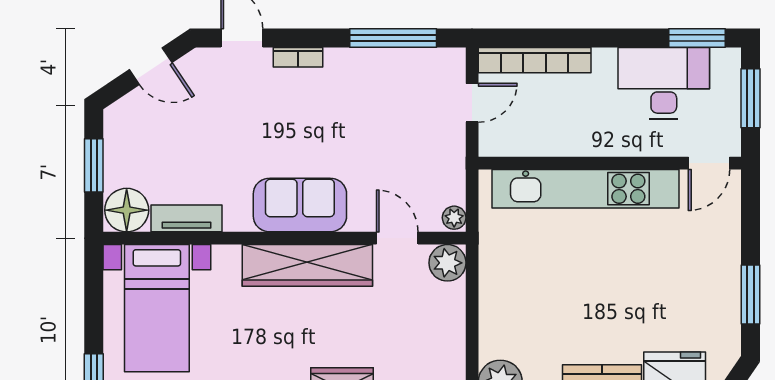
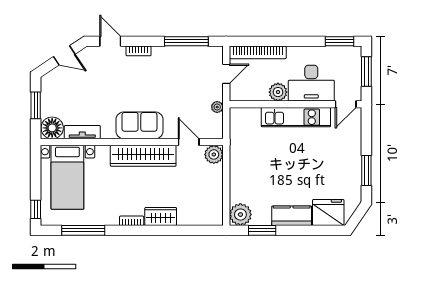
desk: (664, 83) -> (311, 83), moved, turned 180
plant: (575, 139) -> (278, 92), added
kitchen unit: (585, 189) -> (296, 117), width x0.73
plant: (454, 218) -> (217, 107), moved

